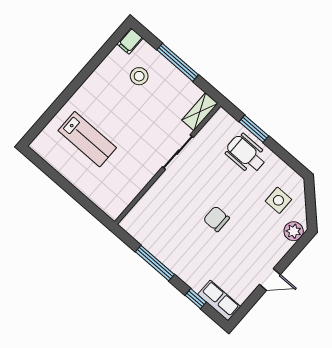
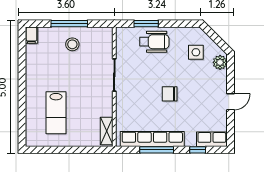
stool: (139, 76) -> (72, 44), moved
shelving: (200, 112) -> (107, 131), moved
lab bench: (87, 139) -> (56, 113), turned 90
wheelchair: (246, 154) -> (154, 42), turned 180
row of seats: (160, 249) -> (152, 139), added

